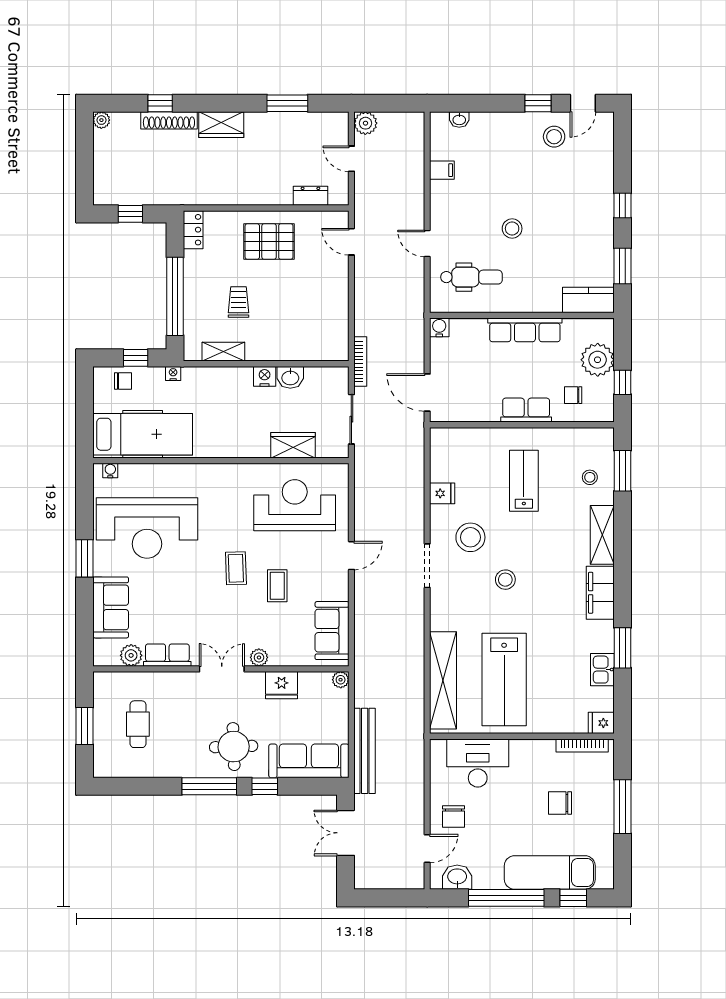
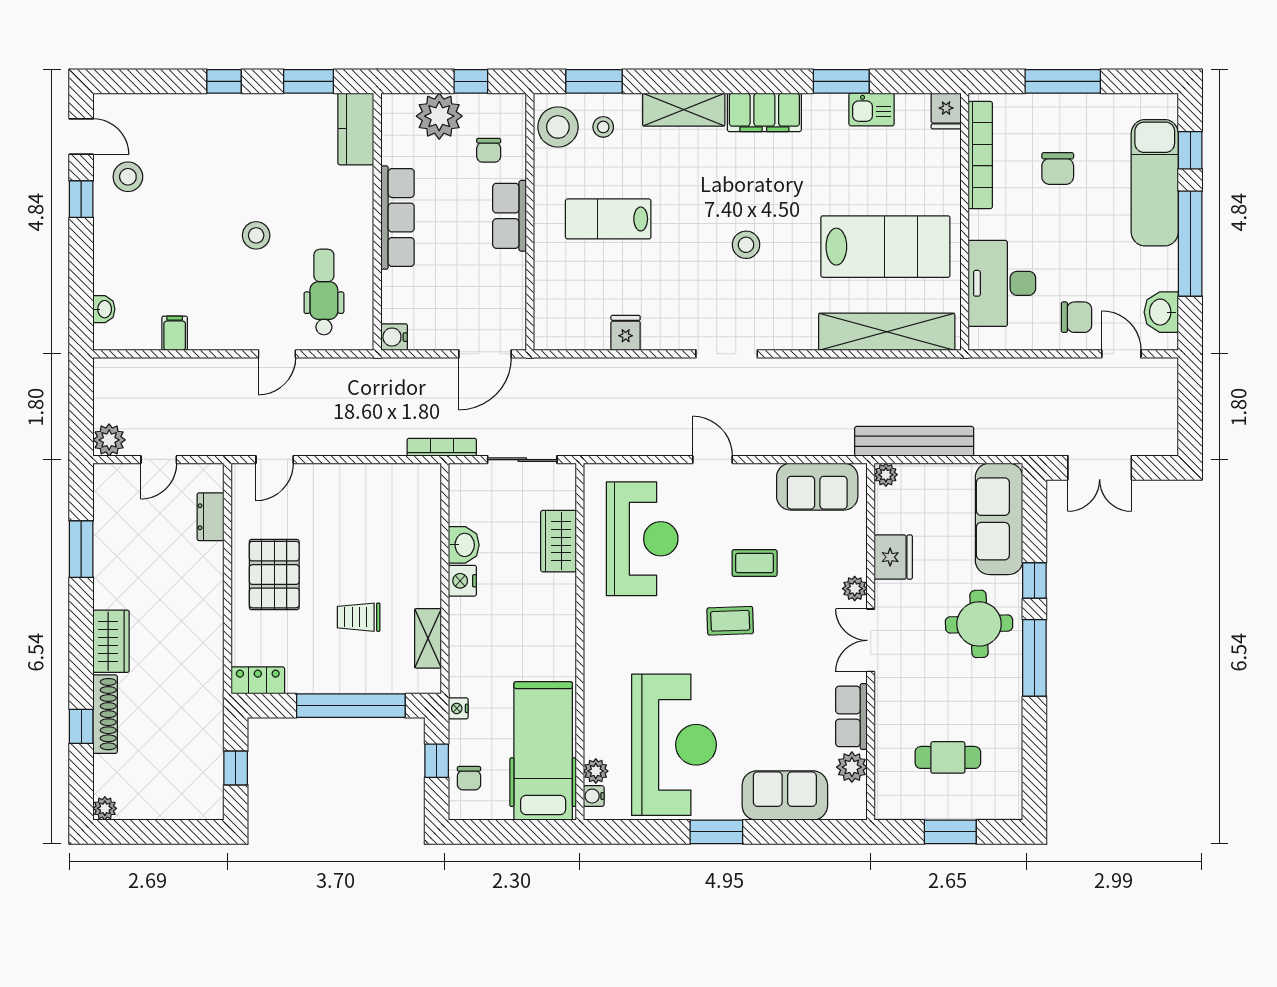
chair: (123, 381) -> (469, 778), turned 180
plant: (128, 472) -> (596, 771), added
reception desk: (295, 505) -> (642, 539), turned 180
stool: (470, 537) -> (558, 127), moved
bookcase: (582, 745) -> (980, 155), width x1.48, depth x1.31
bench: (365, 751) -> (914, 441), moved

